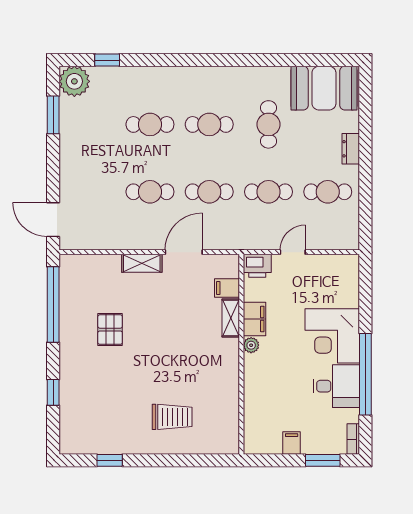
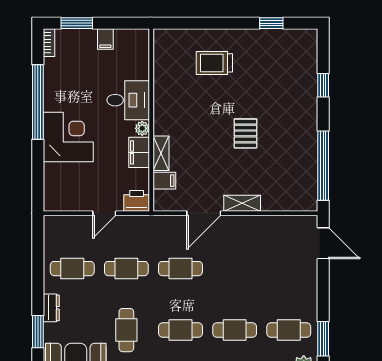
window: (365, 123) -> (38, 332), added
cafe table: (150, 192) -> (289, 330), moved
pallet: (110, 330) -> (246, 133), moved
desk: (336, 386) -> (128, 100), moved, turned 180

